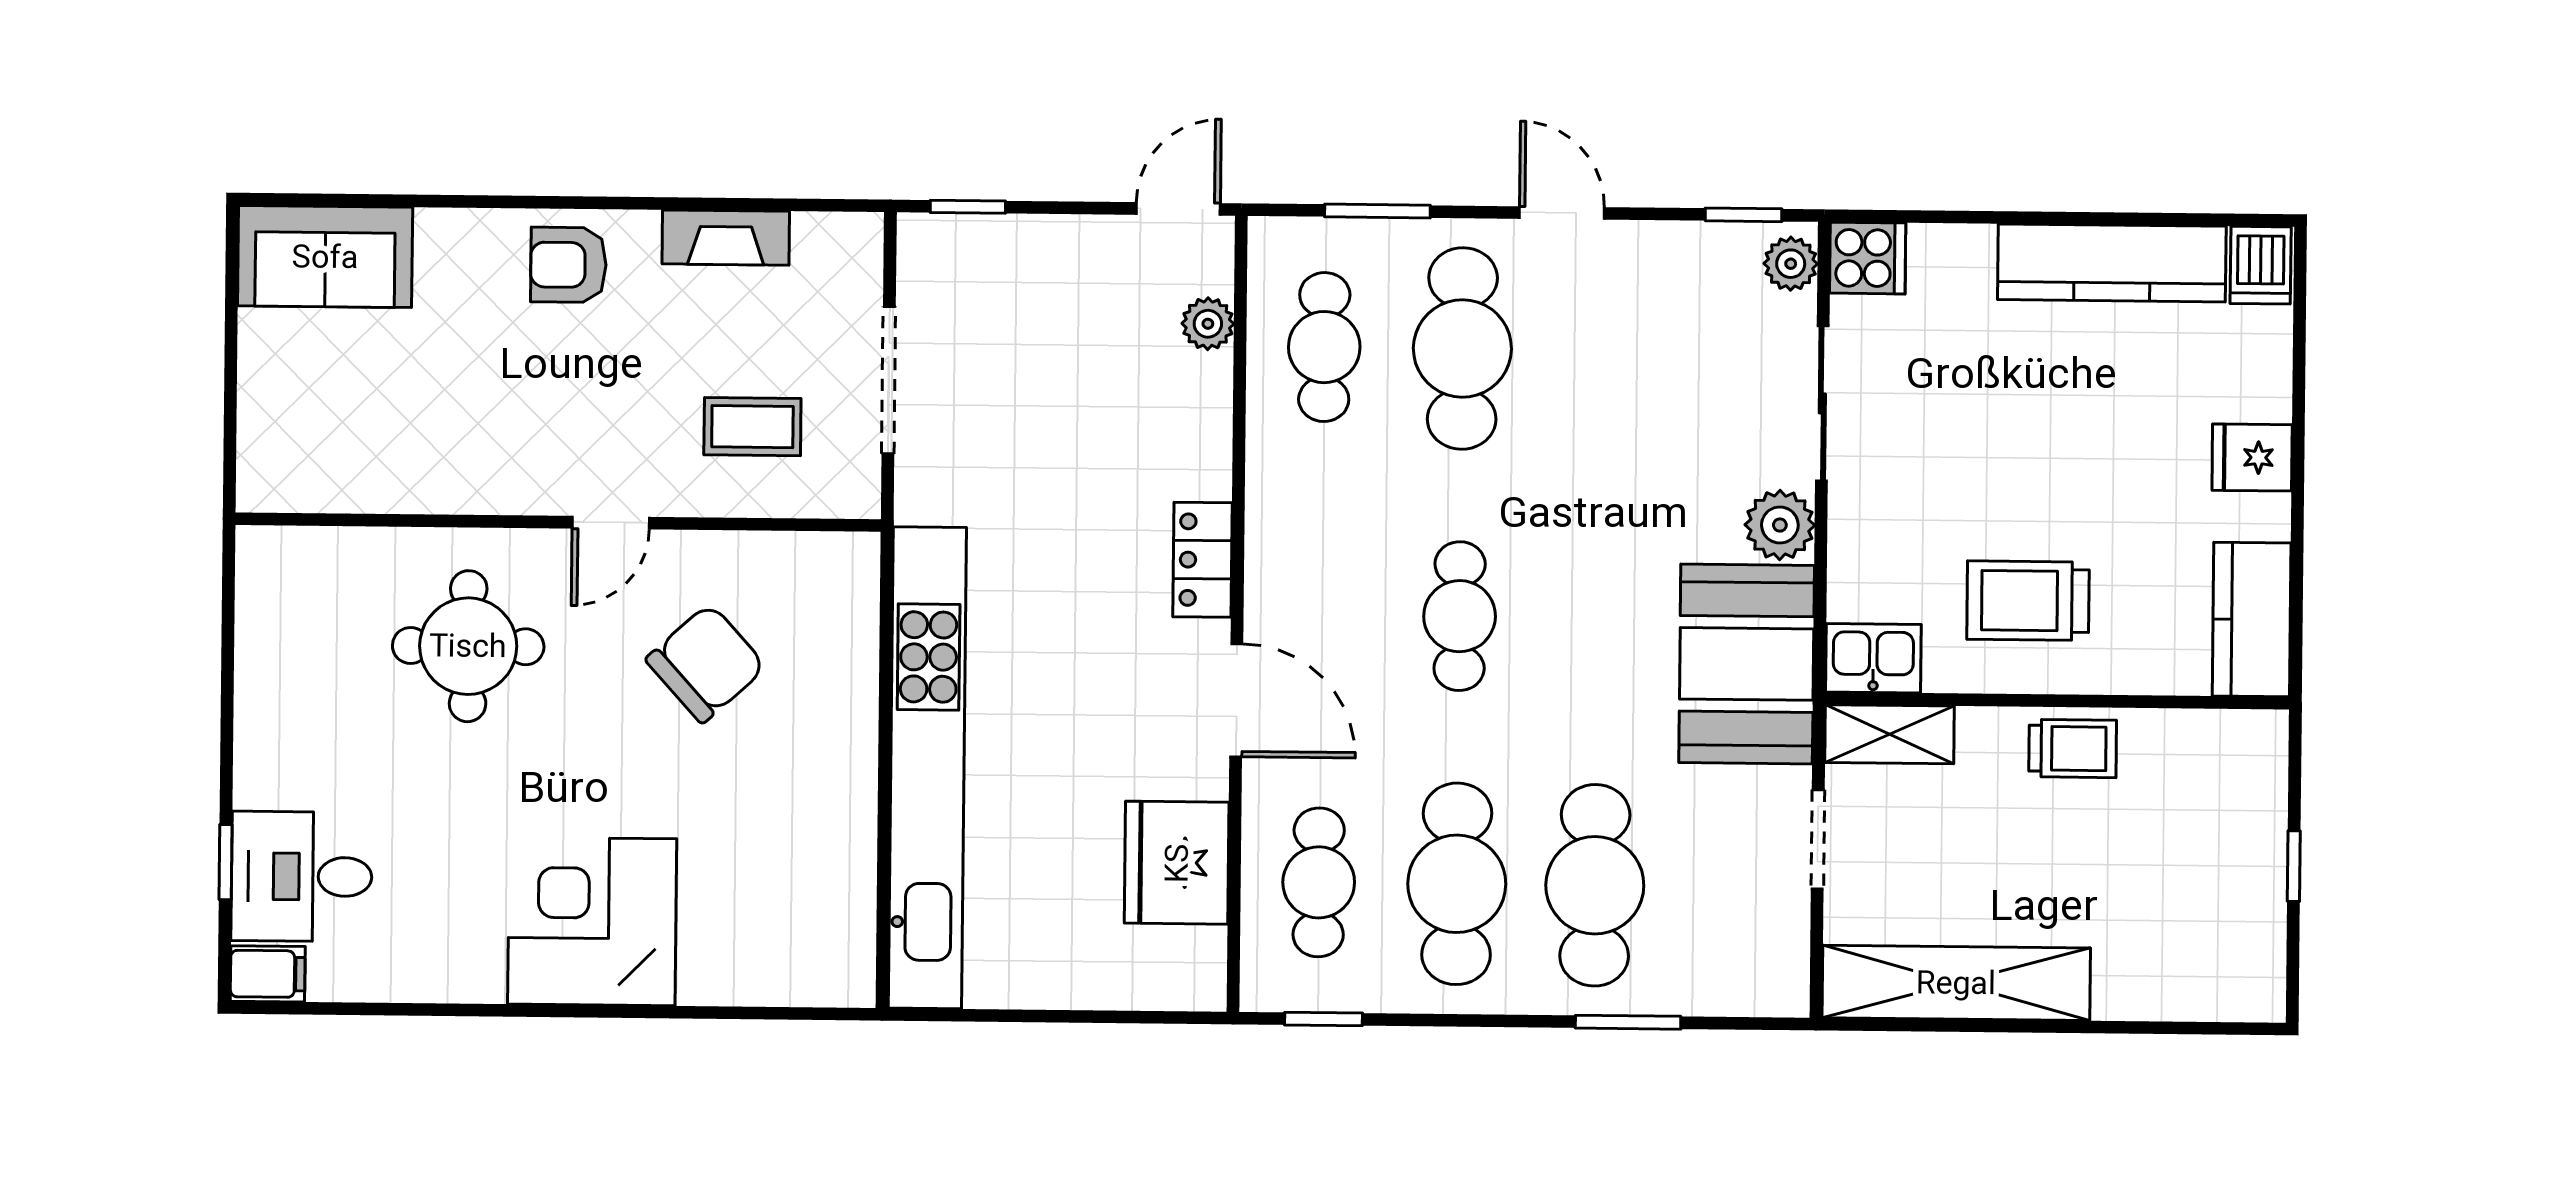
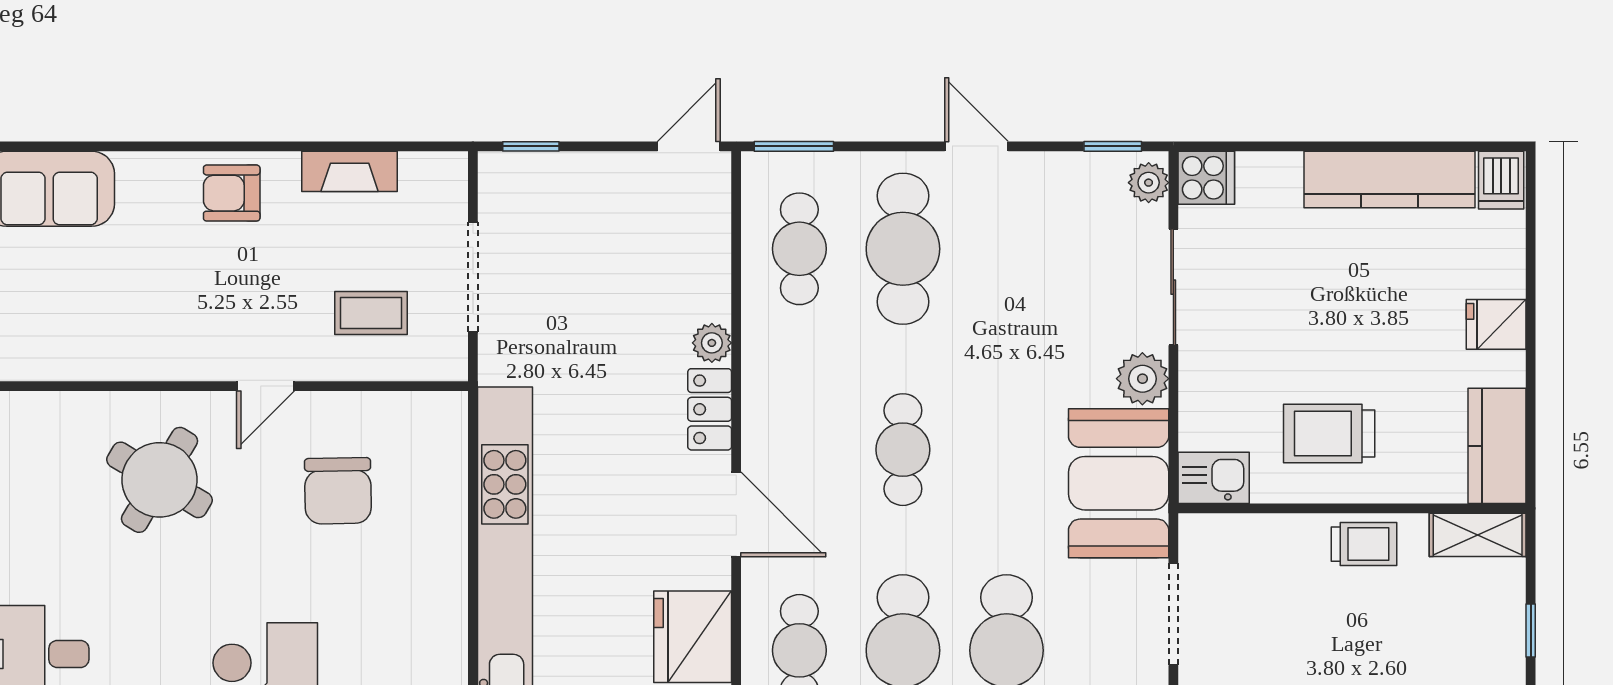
window: (1377, 211) -> (794, 146), moved
plant: (1208, 324) -> (712, 343), moved
round table: (468, 646) -> (159, 480), turned 31
chair: (706, 663) -> (338, 491), turned 131
shelving: (1890, 734) -> (1478, 535), moved
doorway: (1818, 839) -> (1173, 614), width x1.38

